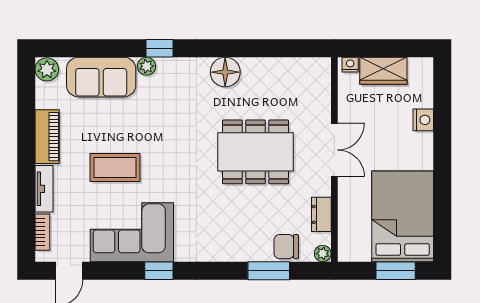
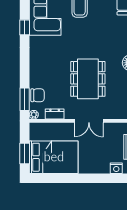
nightstand: (423, 120) -> (116, 168), moved
chair: (286, 247) -> (38, 95), turned 90
window: (269, 271) -> (25, 99), moved

